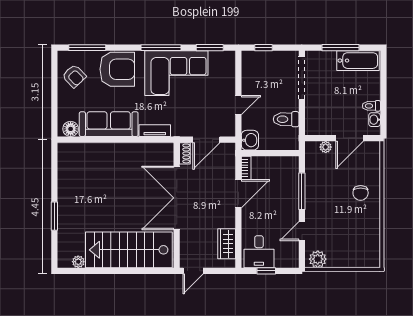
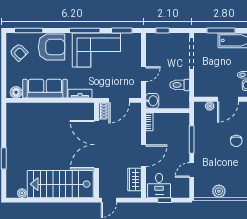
door: (238, 194) -> (143, 156), moved
plant: (318, 259) -> (219, 191), moved

